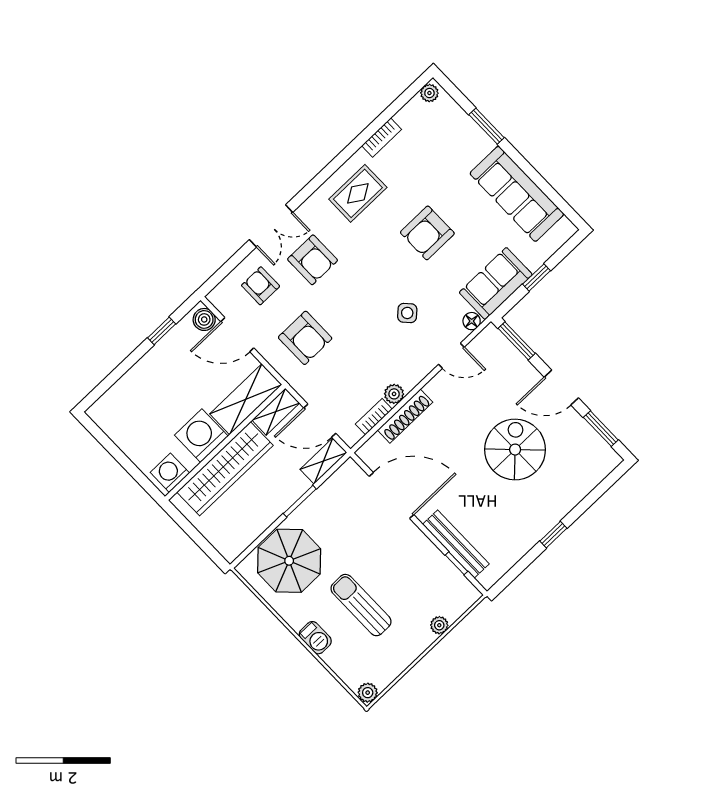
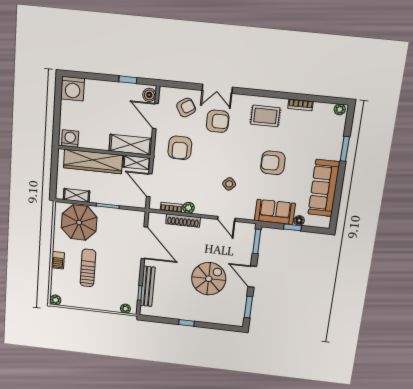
armchair: (313, 260) -> (218, 121), turned -90
armchair: (261, 286) -> (186, 108), turned 57
floor lamp: (472, 321) -> (299, 220), moved
washing machine: (201, 436) -> (73, 89), moved, turned 180
shelving: (323, 461) -> (77, 195), moved
plant: (439, 625) -> (125, 309), moved

